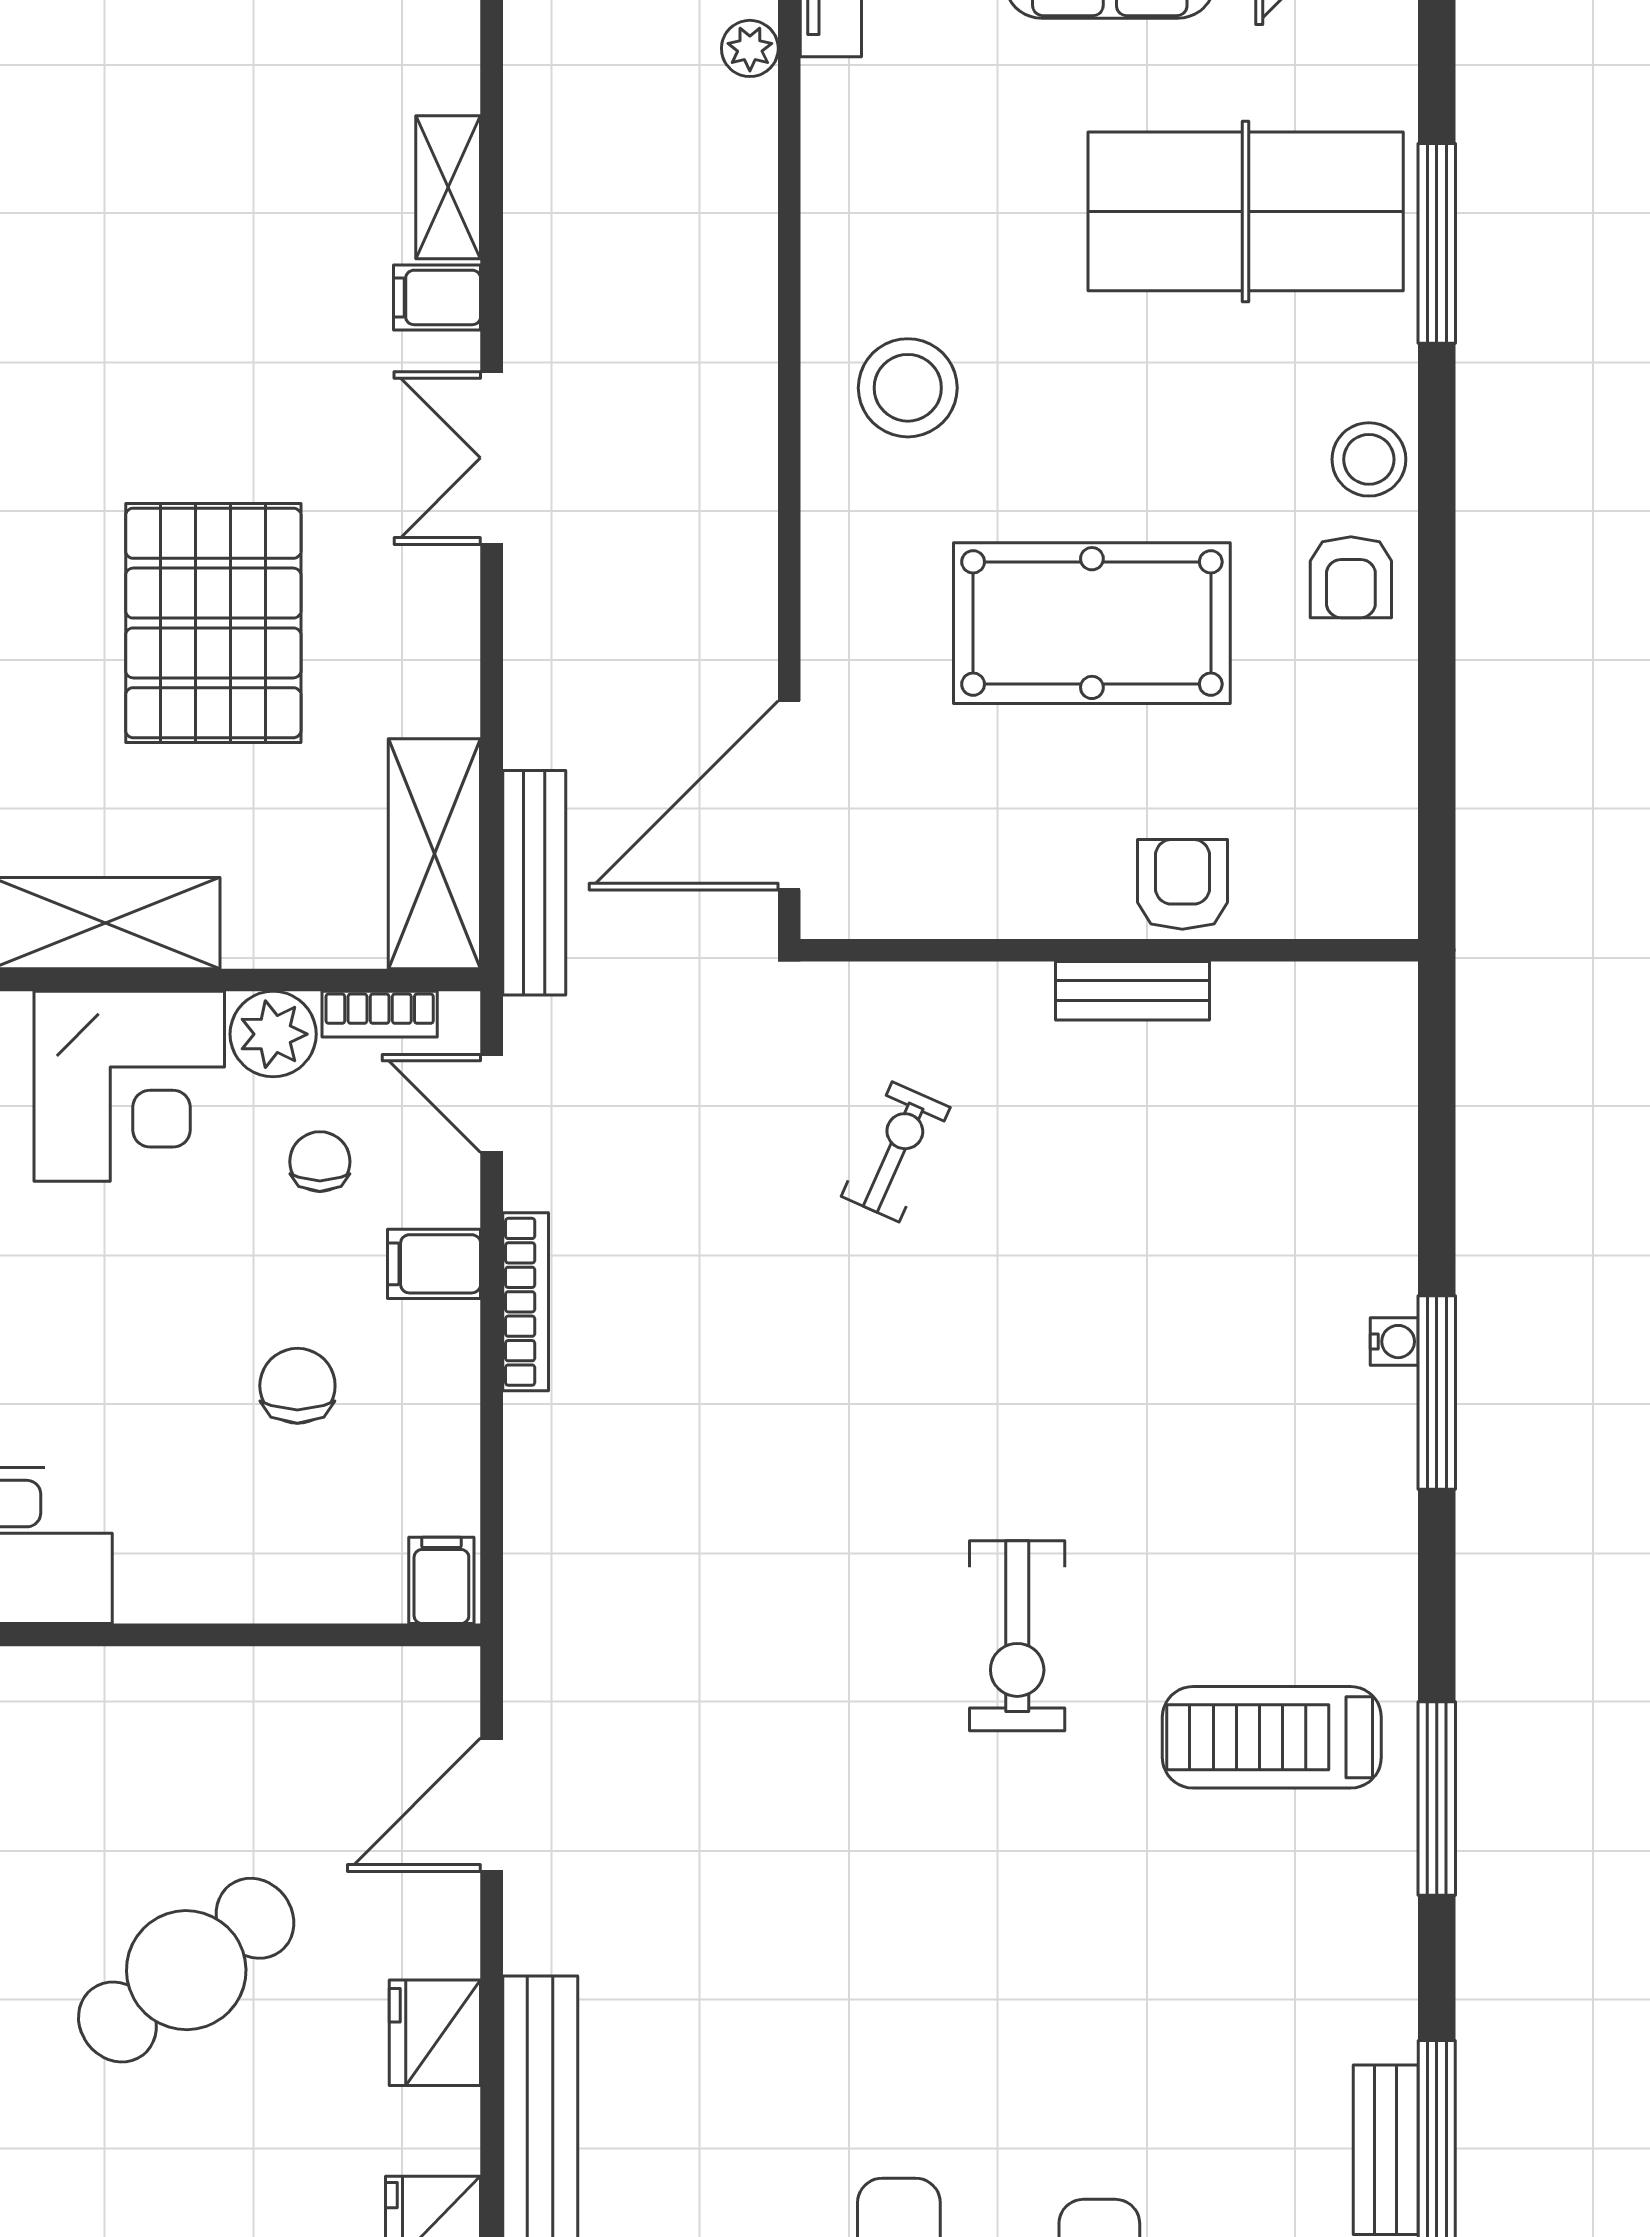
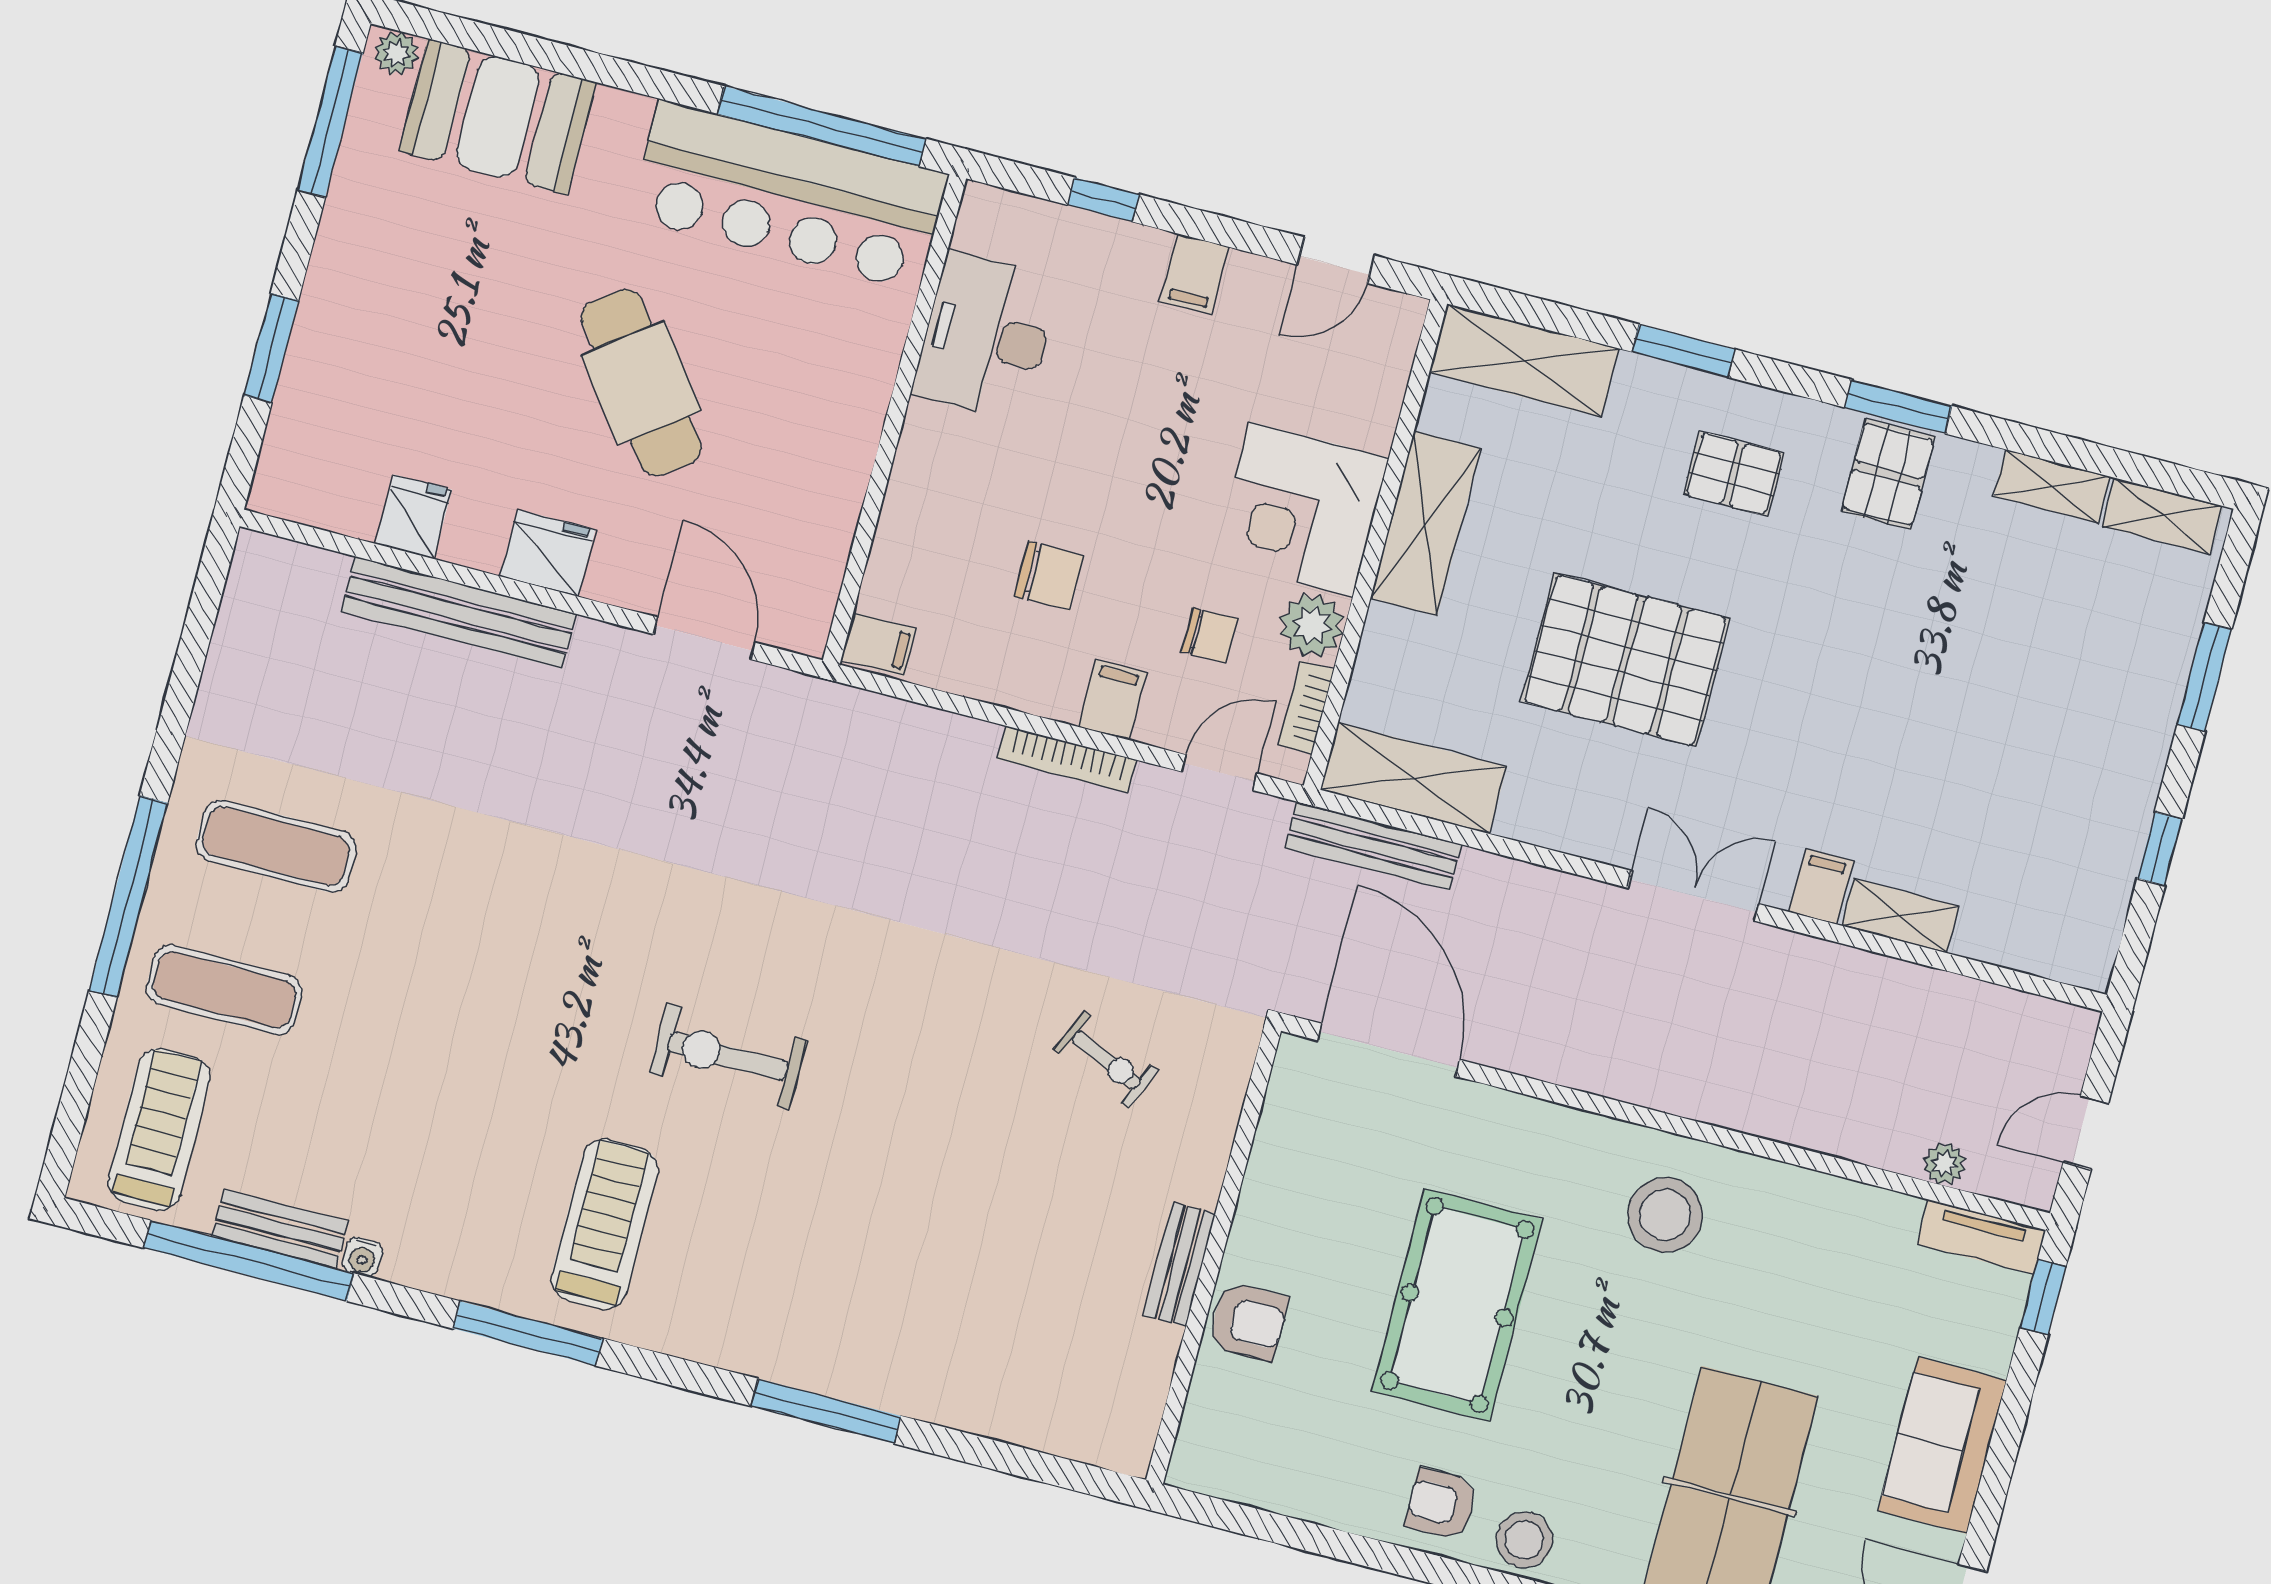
water cooler: (1394, 1342) -> (362, 1257), moved

